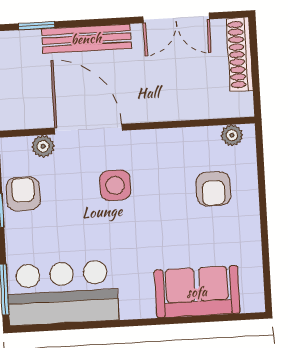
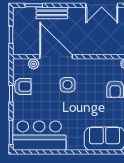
bench: (86, 39) -> (52, 13), width x0.73
armchair: (23, 194) -> (23, 86), turned 90

